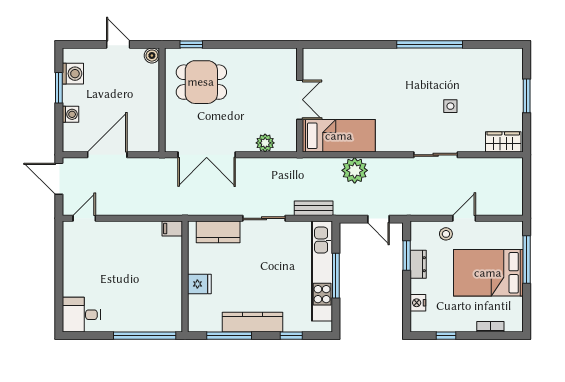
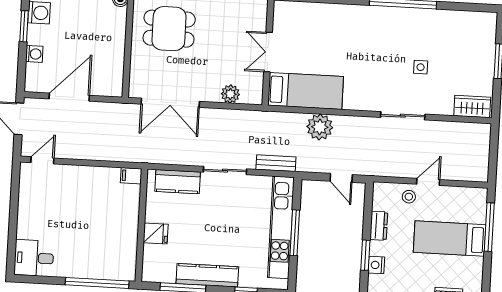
double door: (300, 100) -> (268, 52), swing flipped
window: (407, 255) -> (365, 255), moved
bed: (488, 273) -> (450, 238), width x0.67

